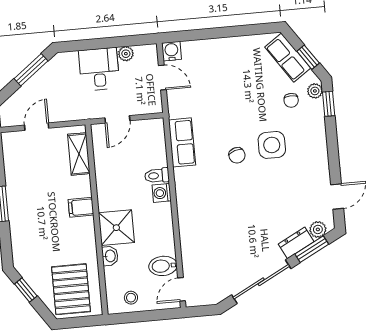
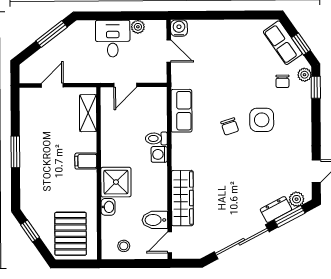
wardrobe: (191, 239) -> (182, 198), added

